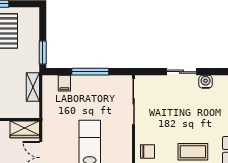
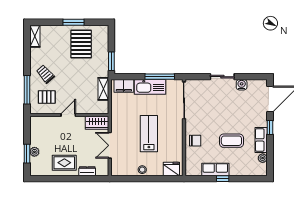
window: (90, 72) -> (160, 77), moved
filing cabinet: (64, 83) -> (124, 86), width x2.00
kitchen sink: (91, 85) -> (150, 87), added

